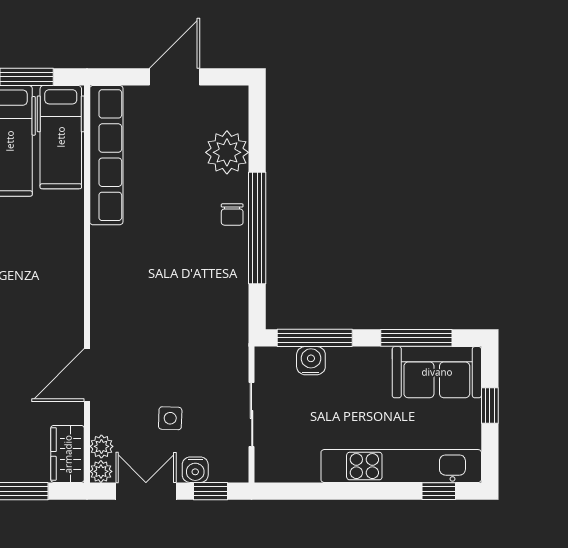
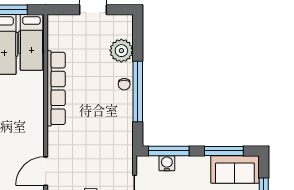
row of seats: (106, 155) -> (56, 88), moved

